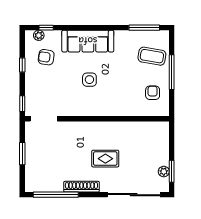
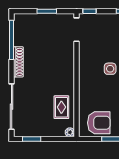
armchair: (153, 93) -> (99, 123), width x1.88, depth x1.88
rug: (105, 159) -> (61, 107), moved
plant: (164, 172) -> (70, 132), moved

